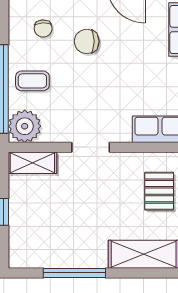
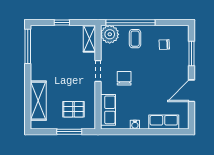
chair: (87, 41) -> (124, 78), moved
window: (74, 273) -> (28, 46), moved

